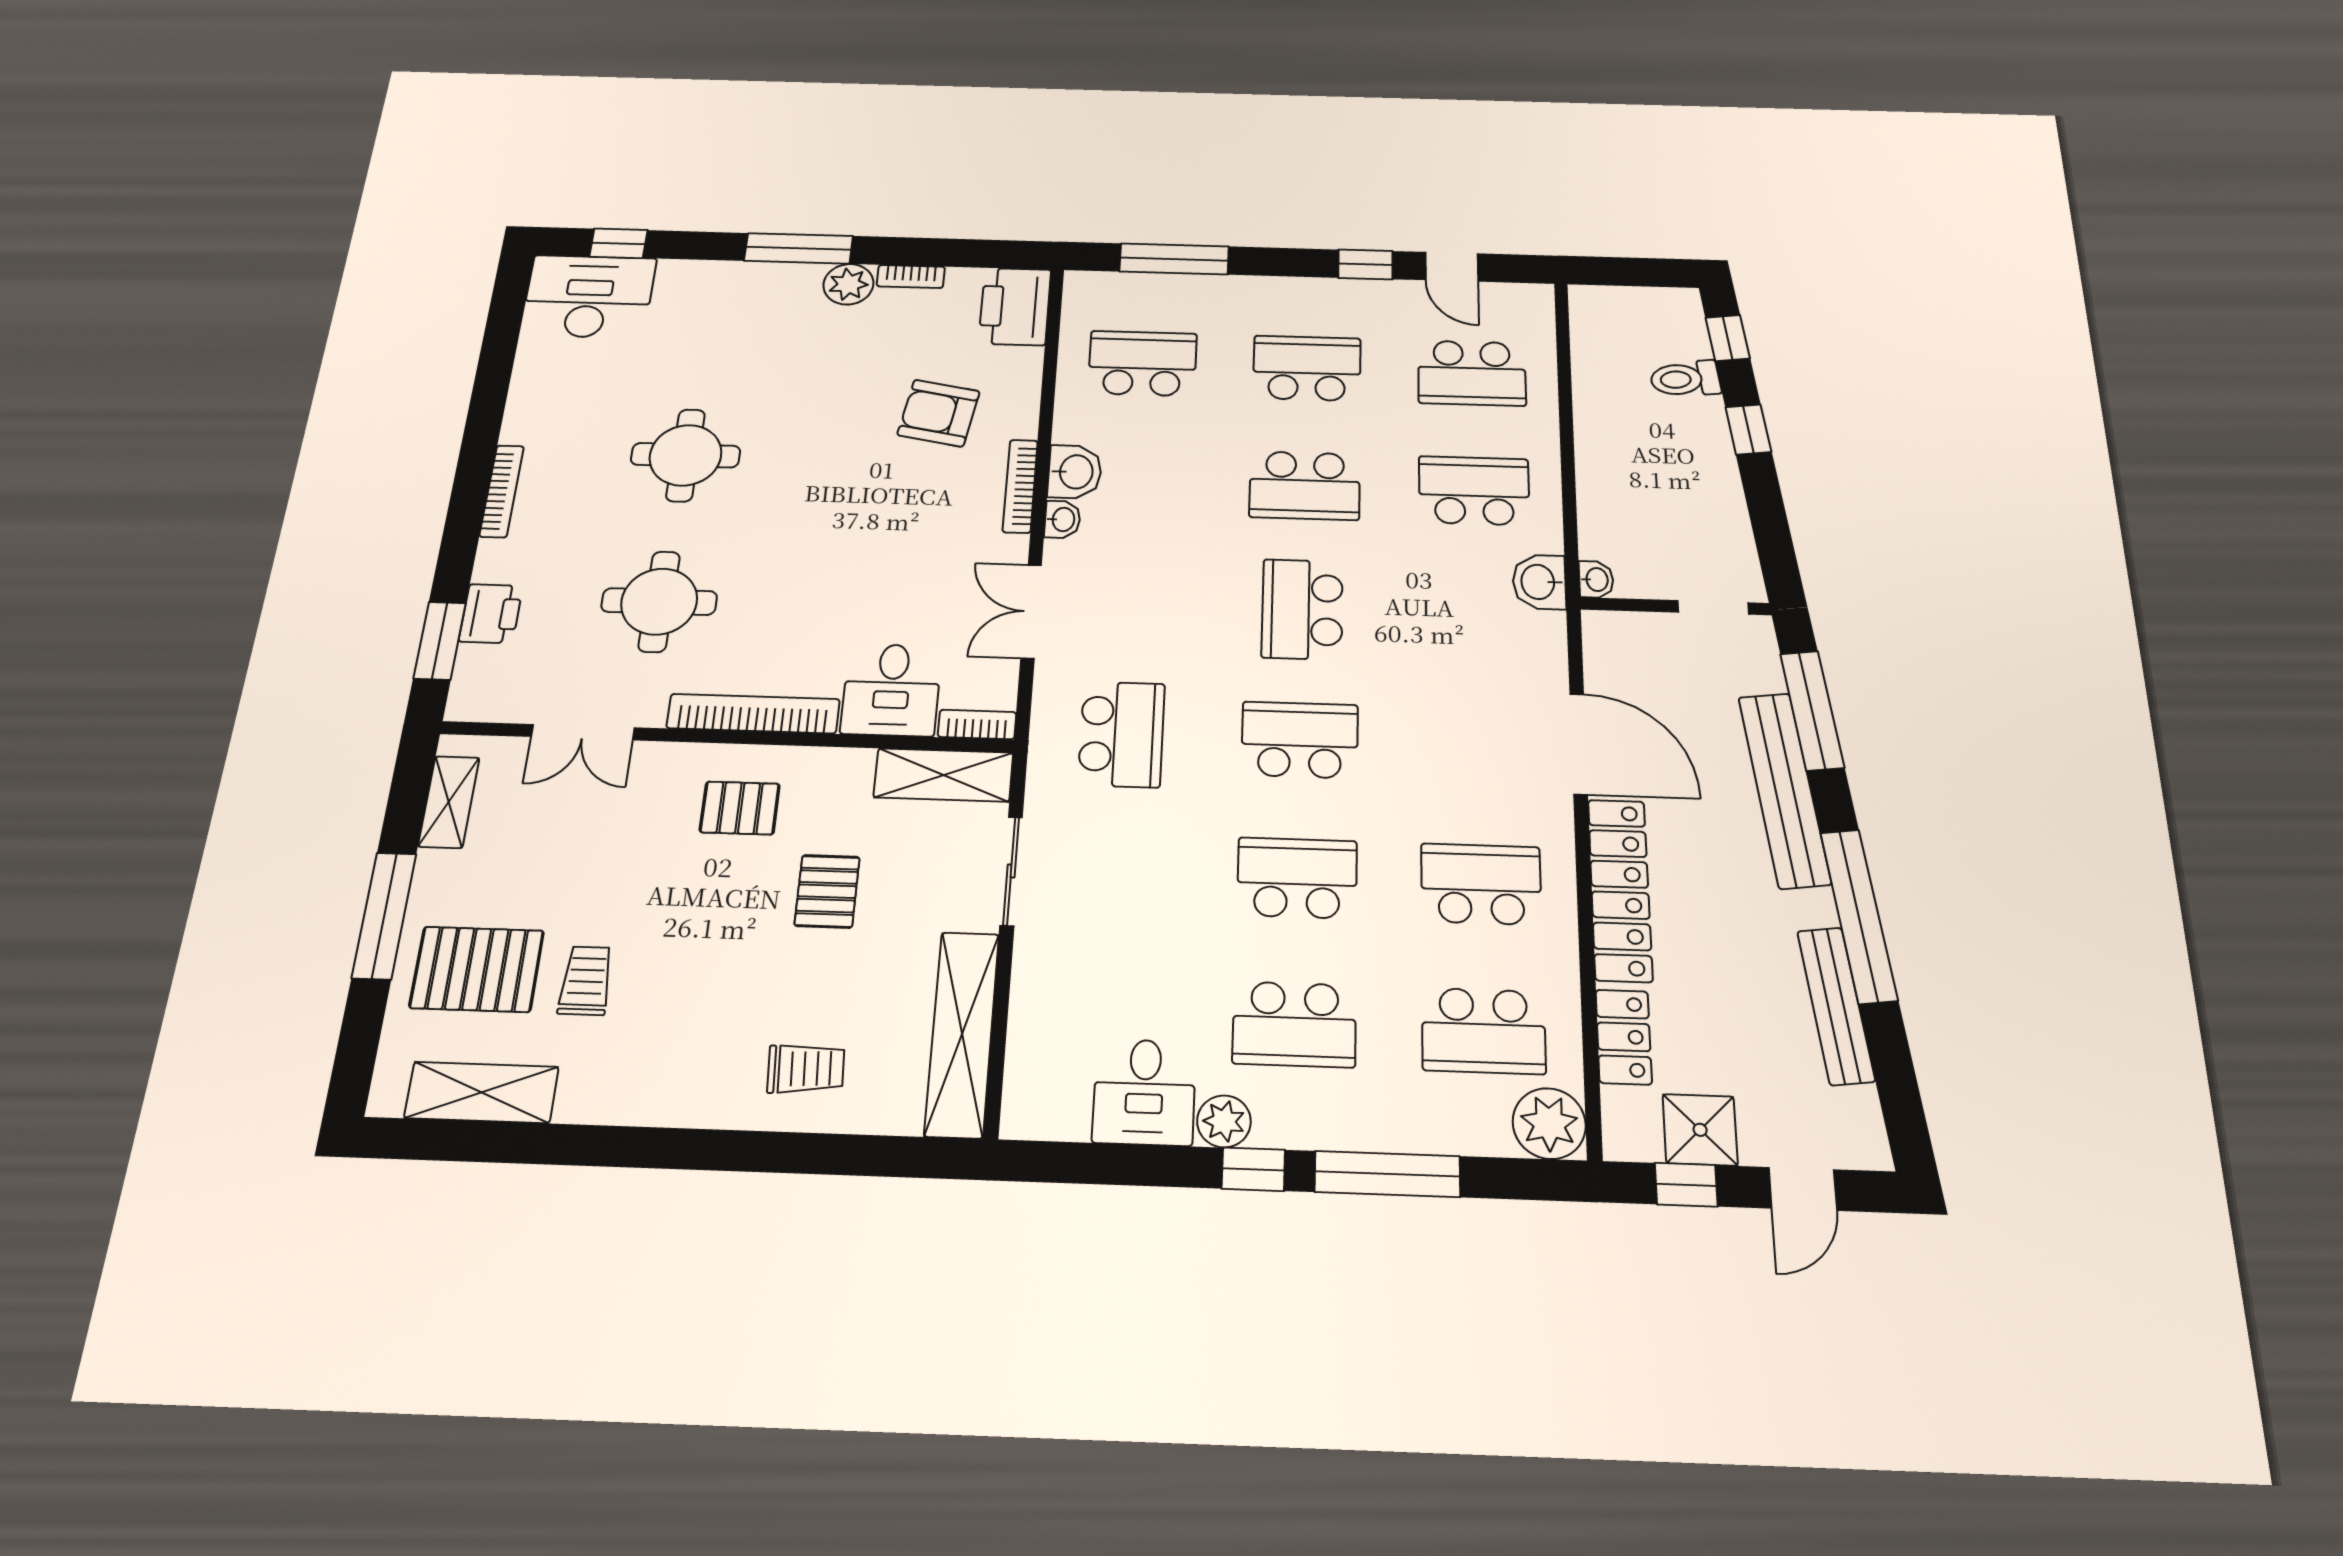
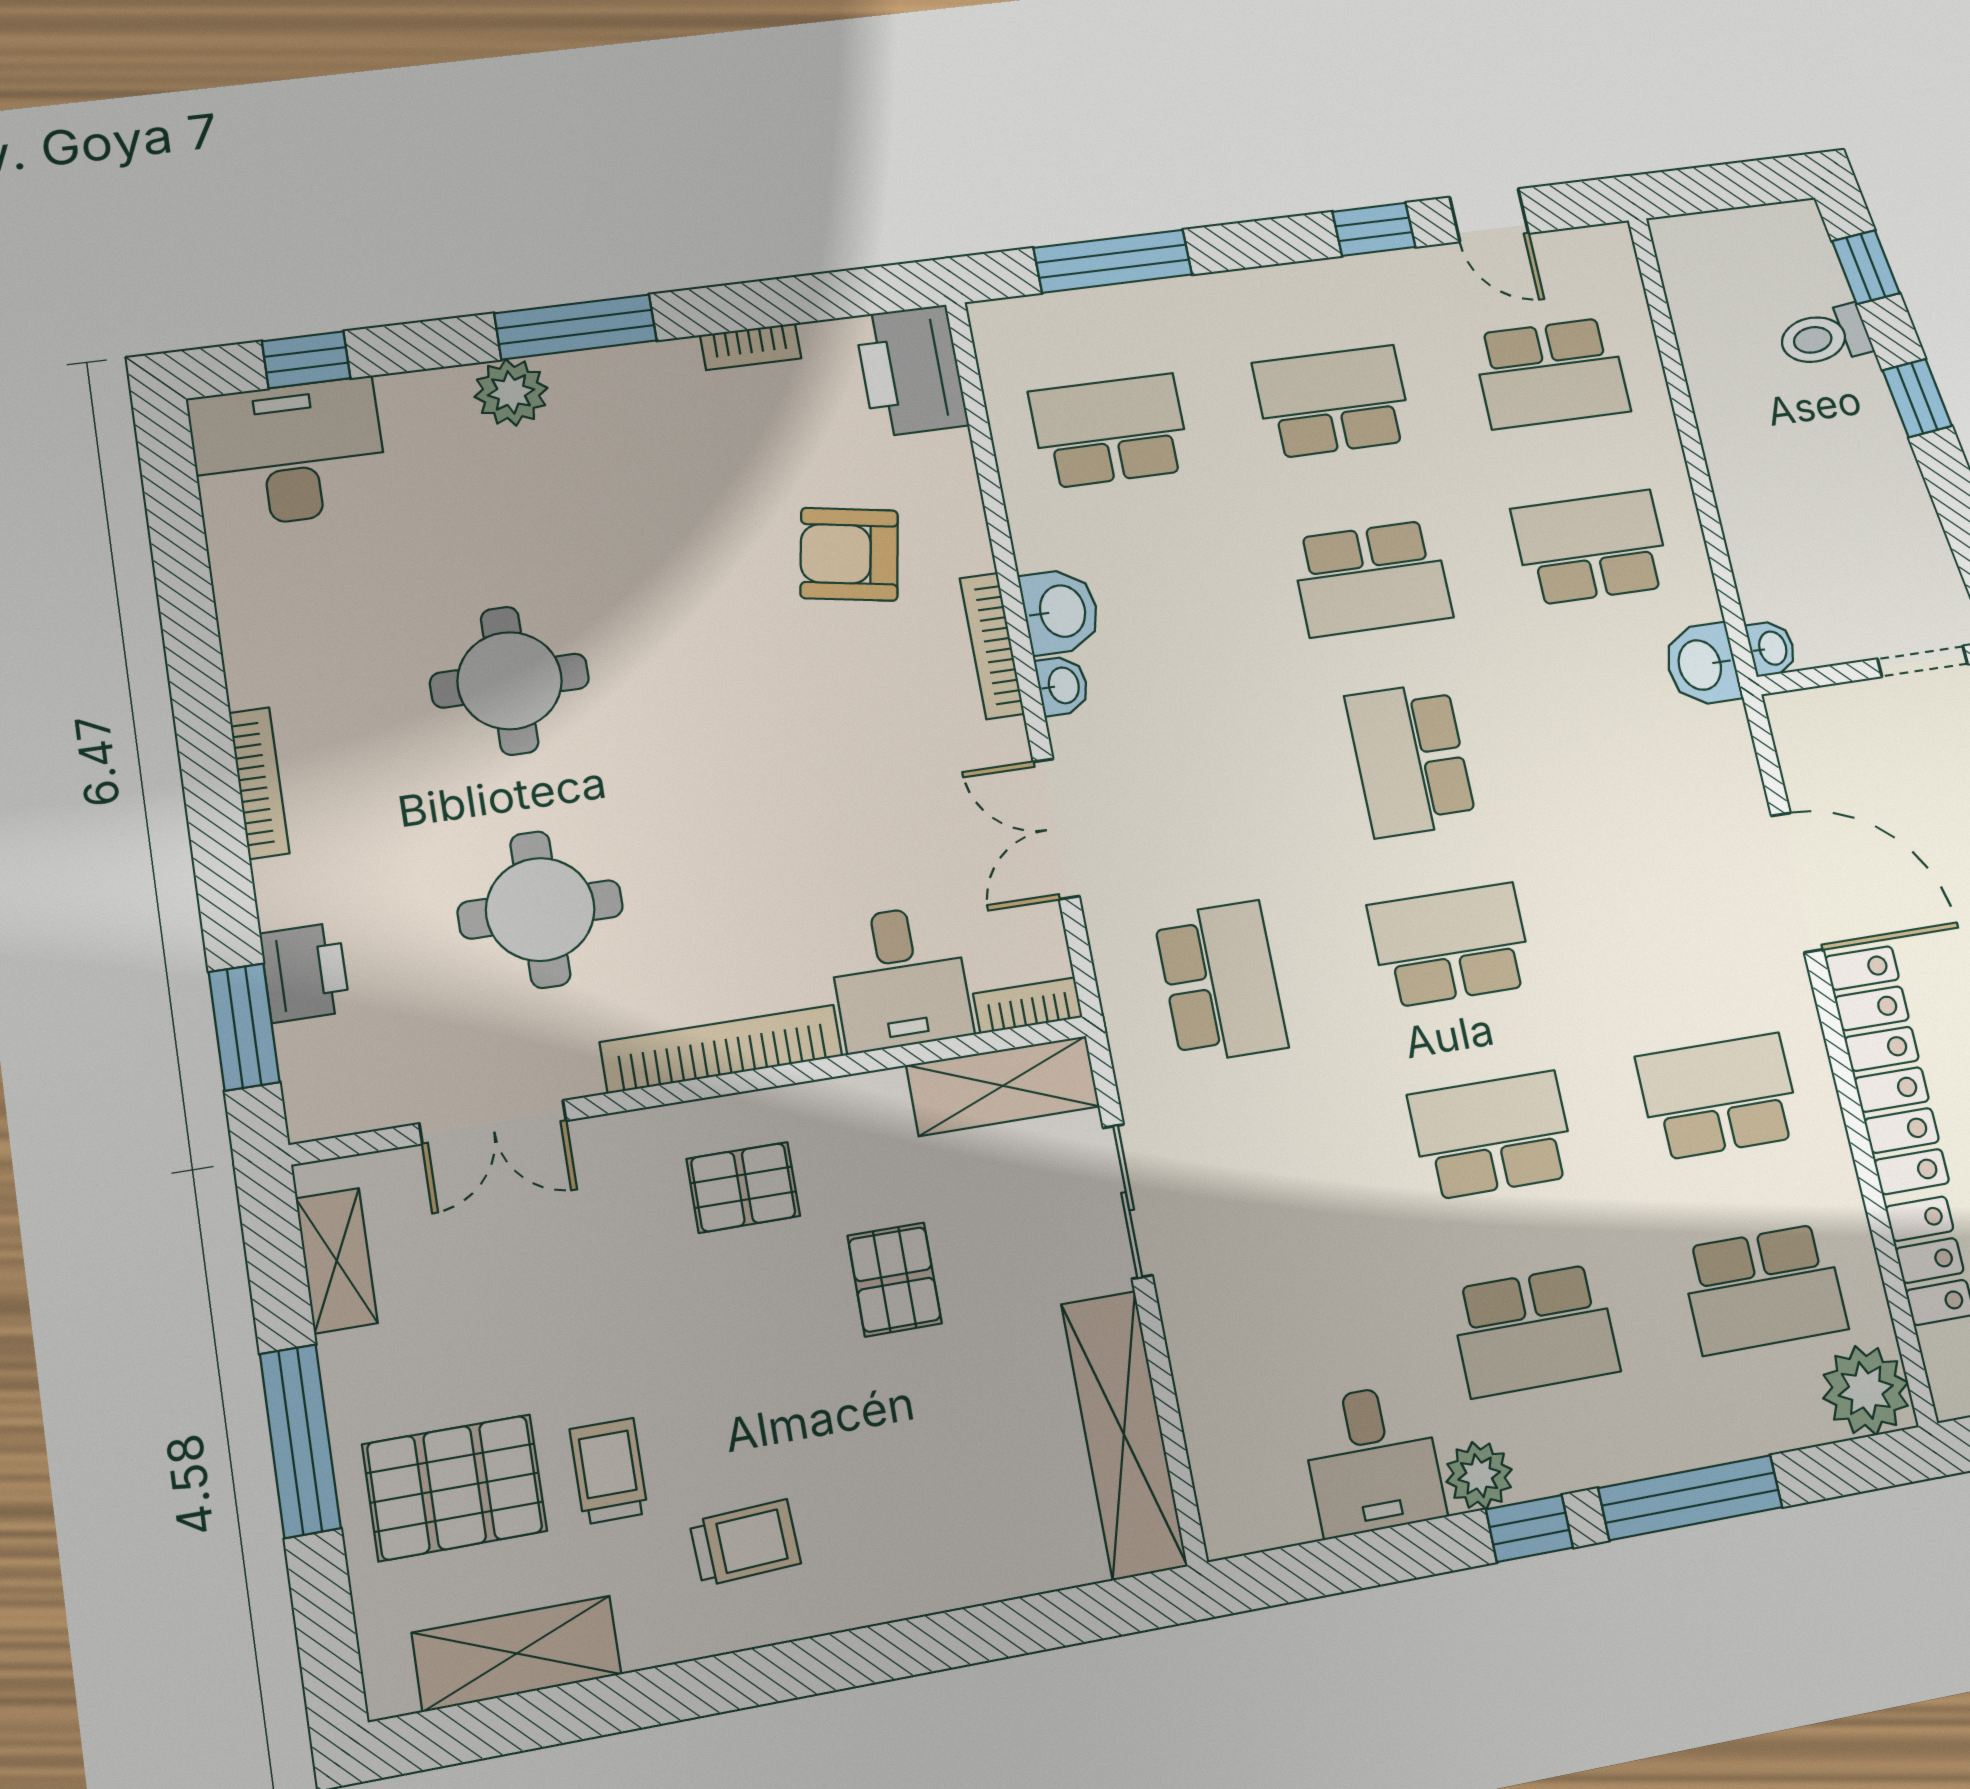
plant: (848, 284) -> (511, 392), moved
trolley: (806, 1069) -> (745, 1543), moved

